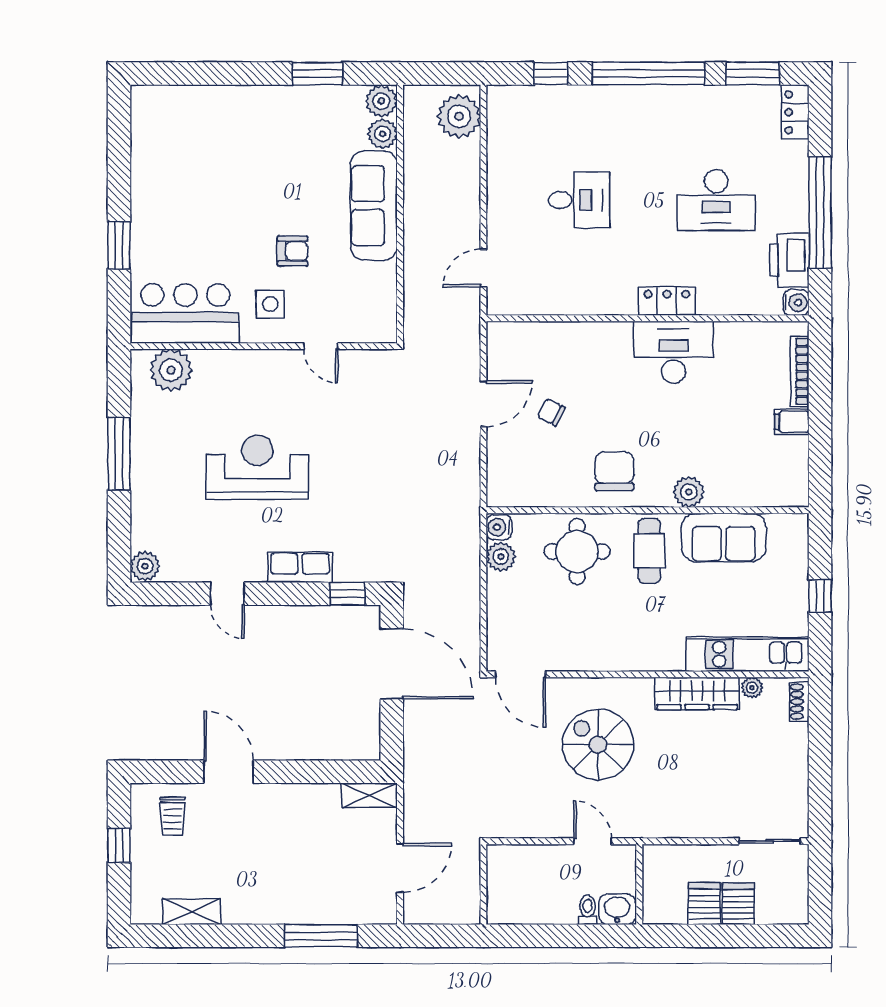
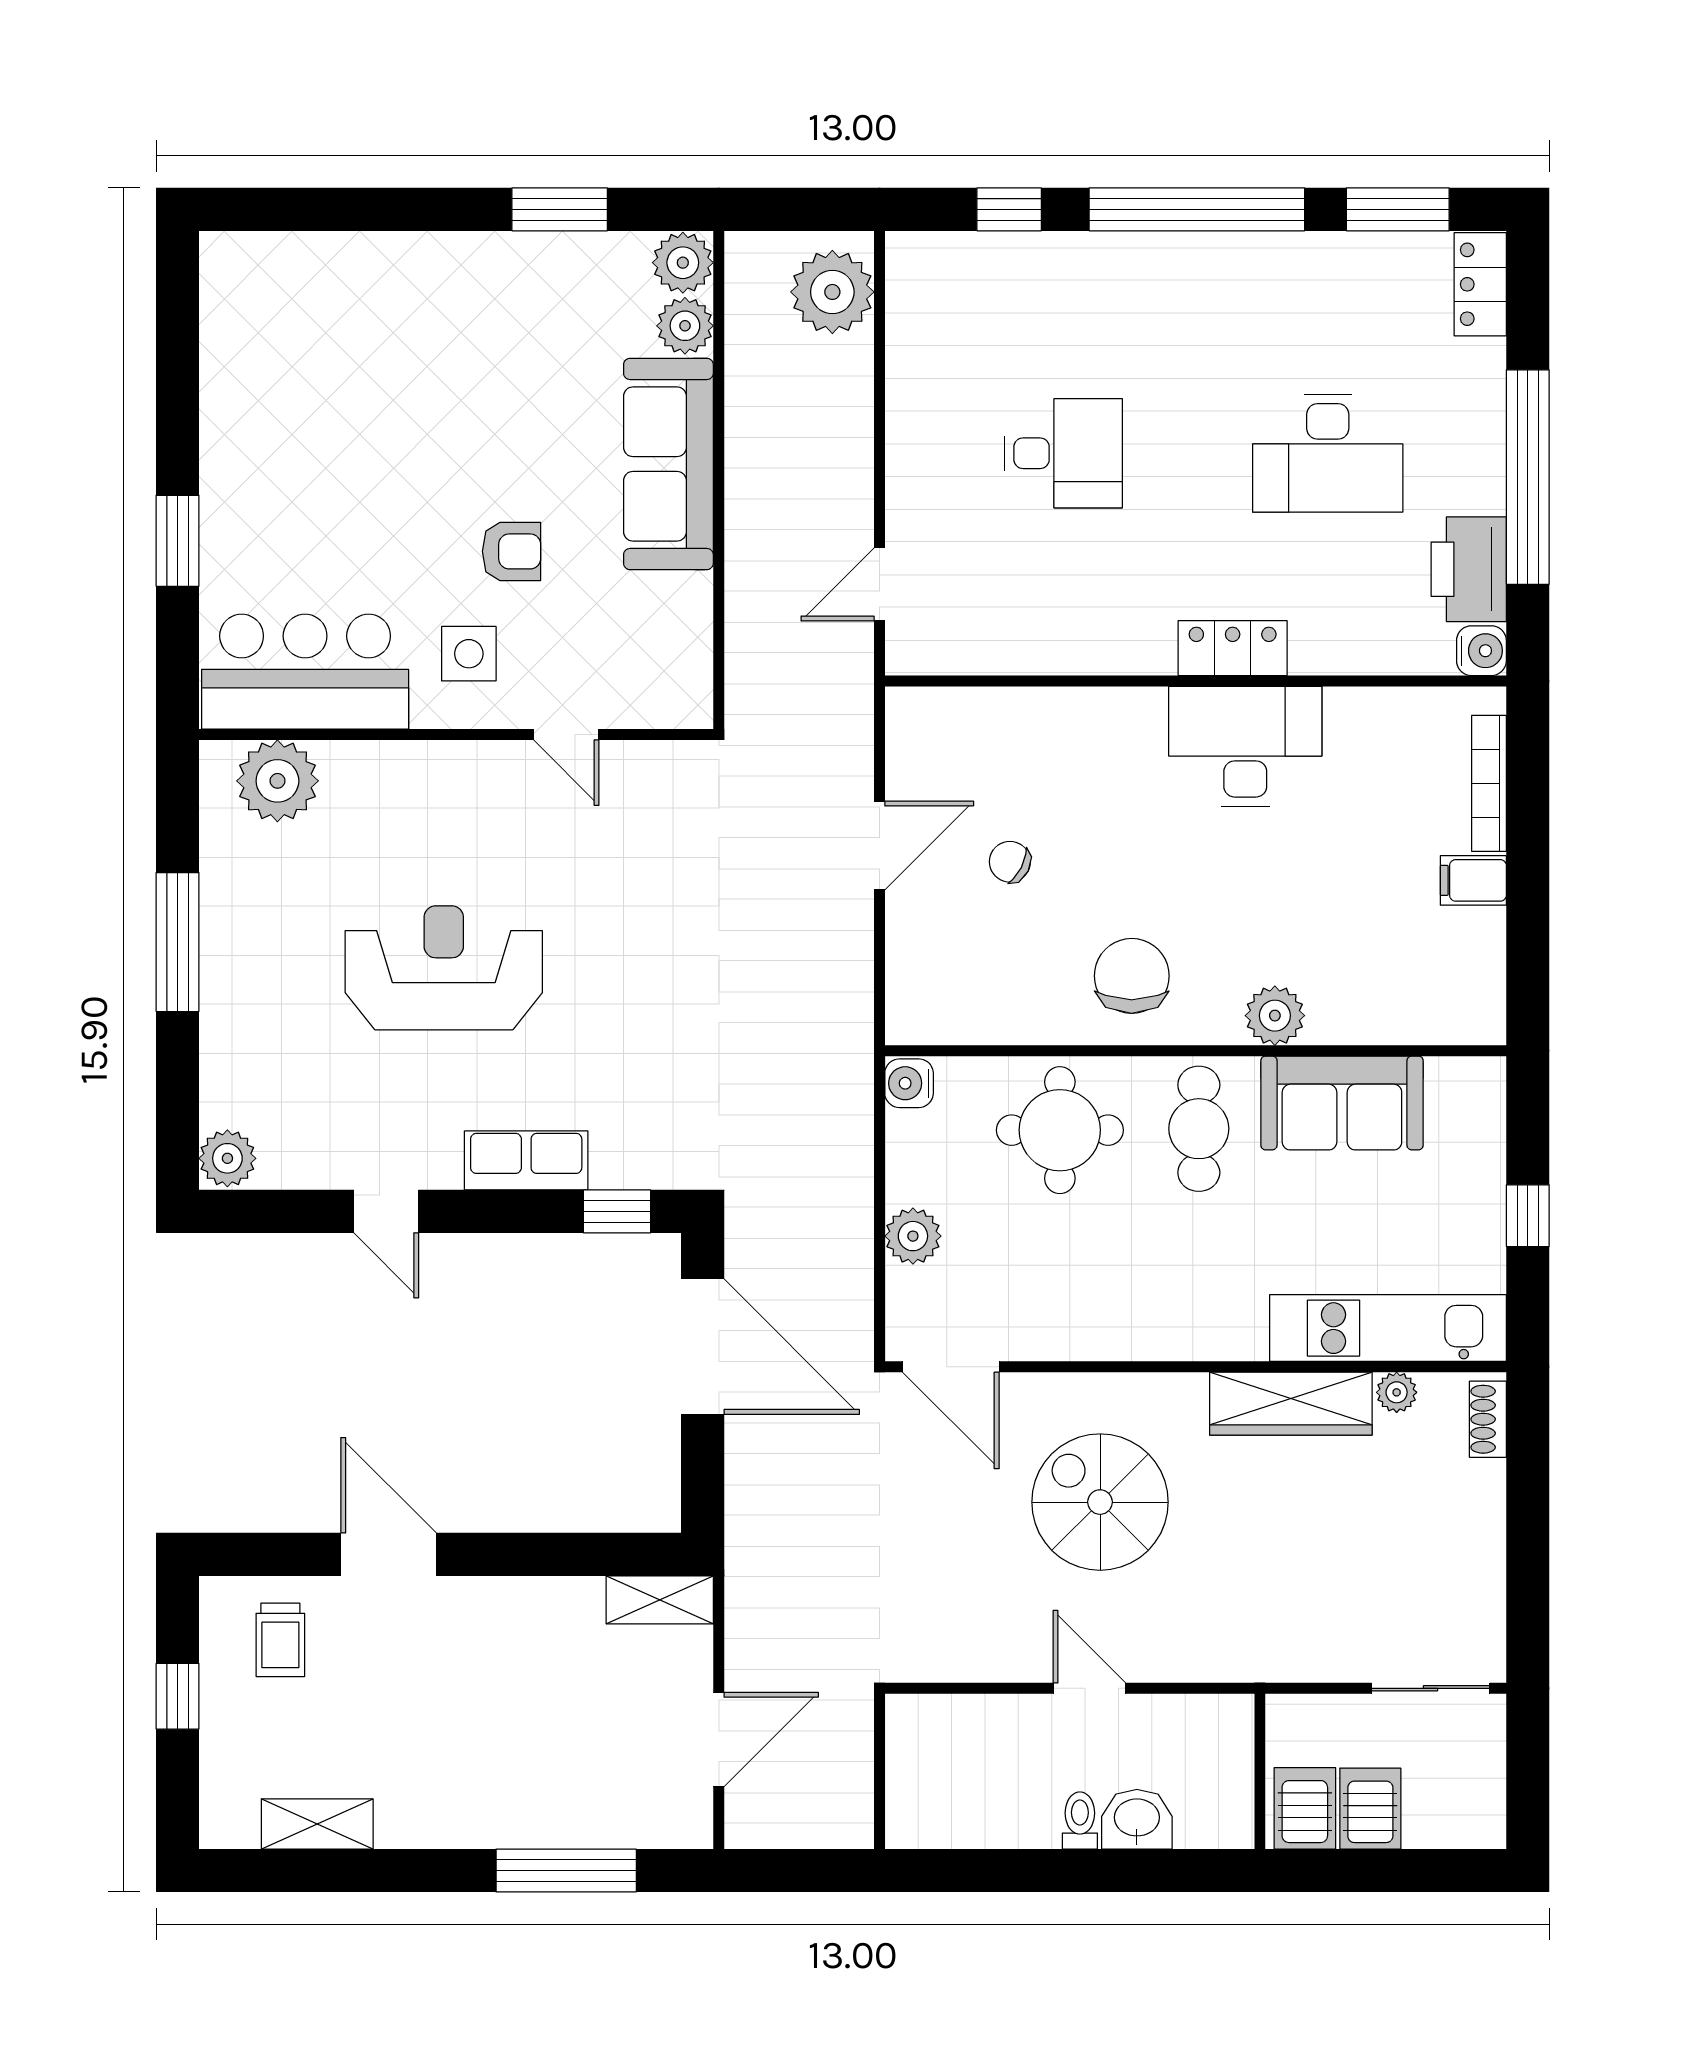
plant: (501, 557) -> (913, 1236), moved
wall: (639, 884) -> (1260, 1771), moved

